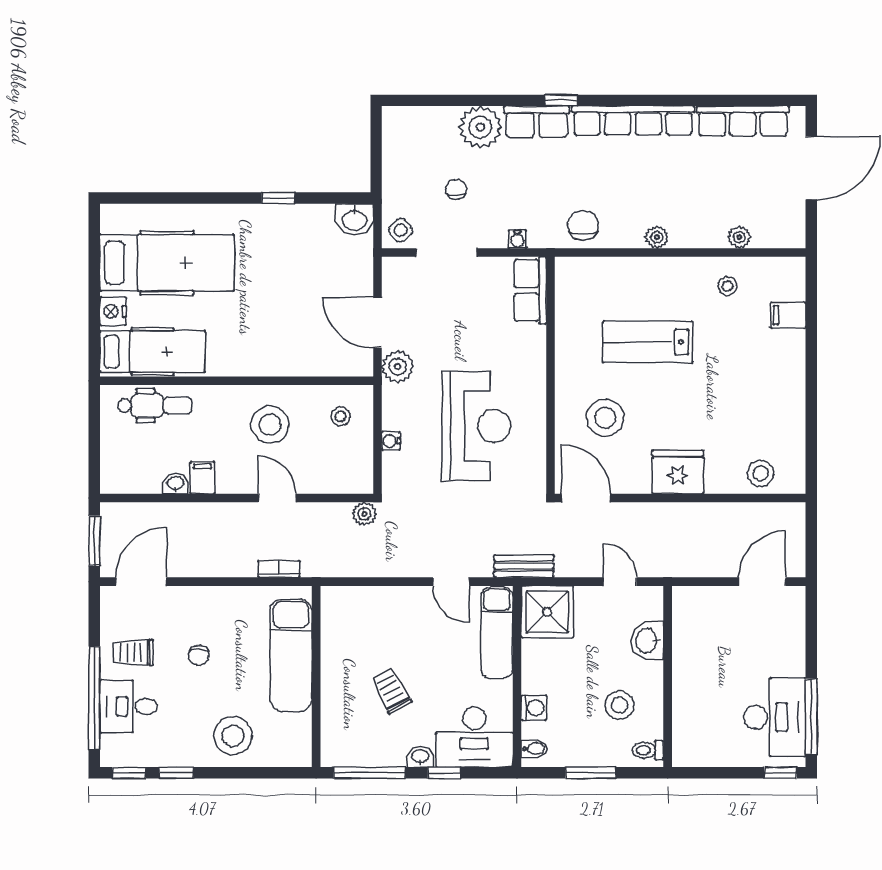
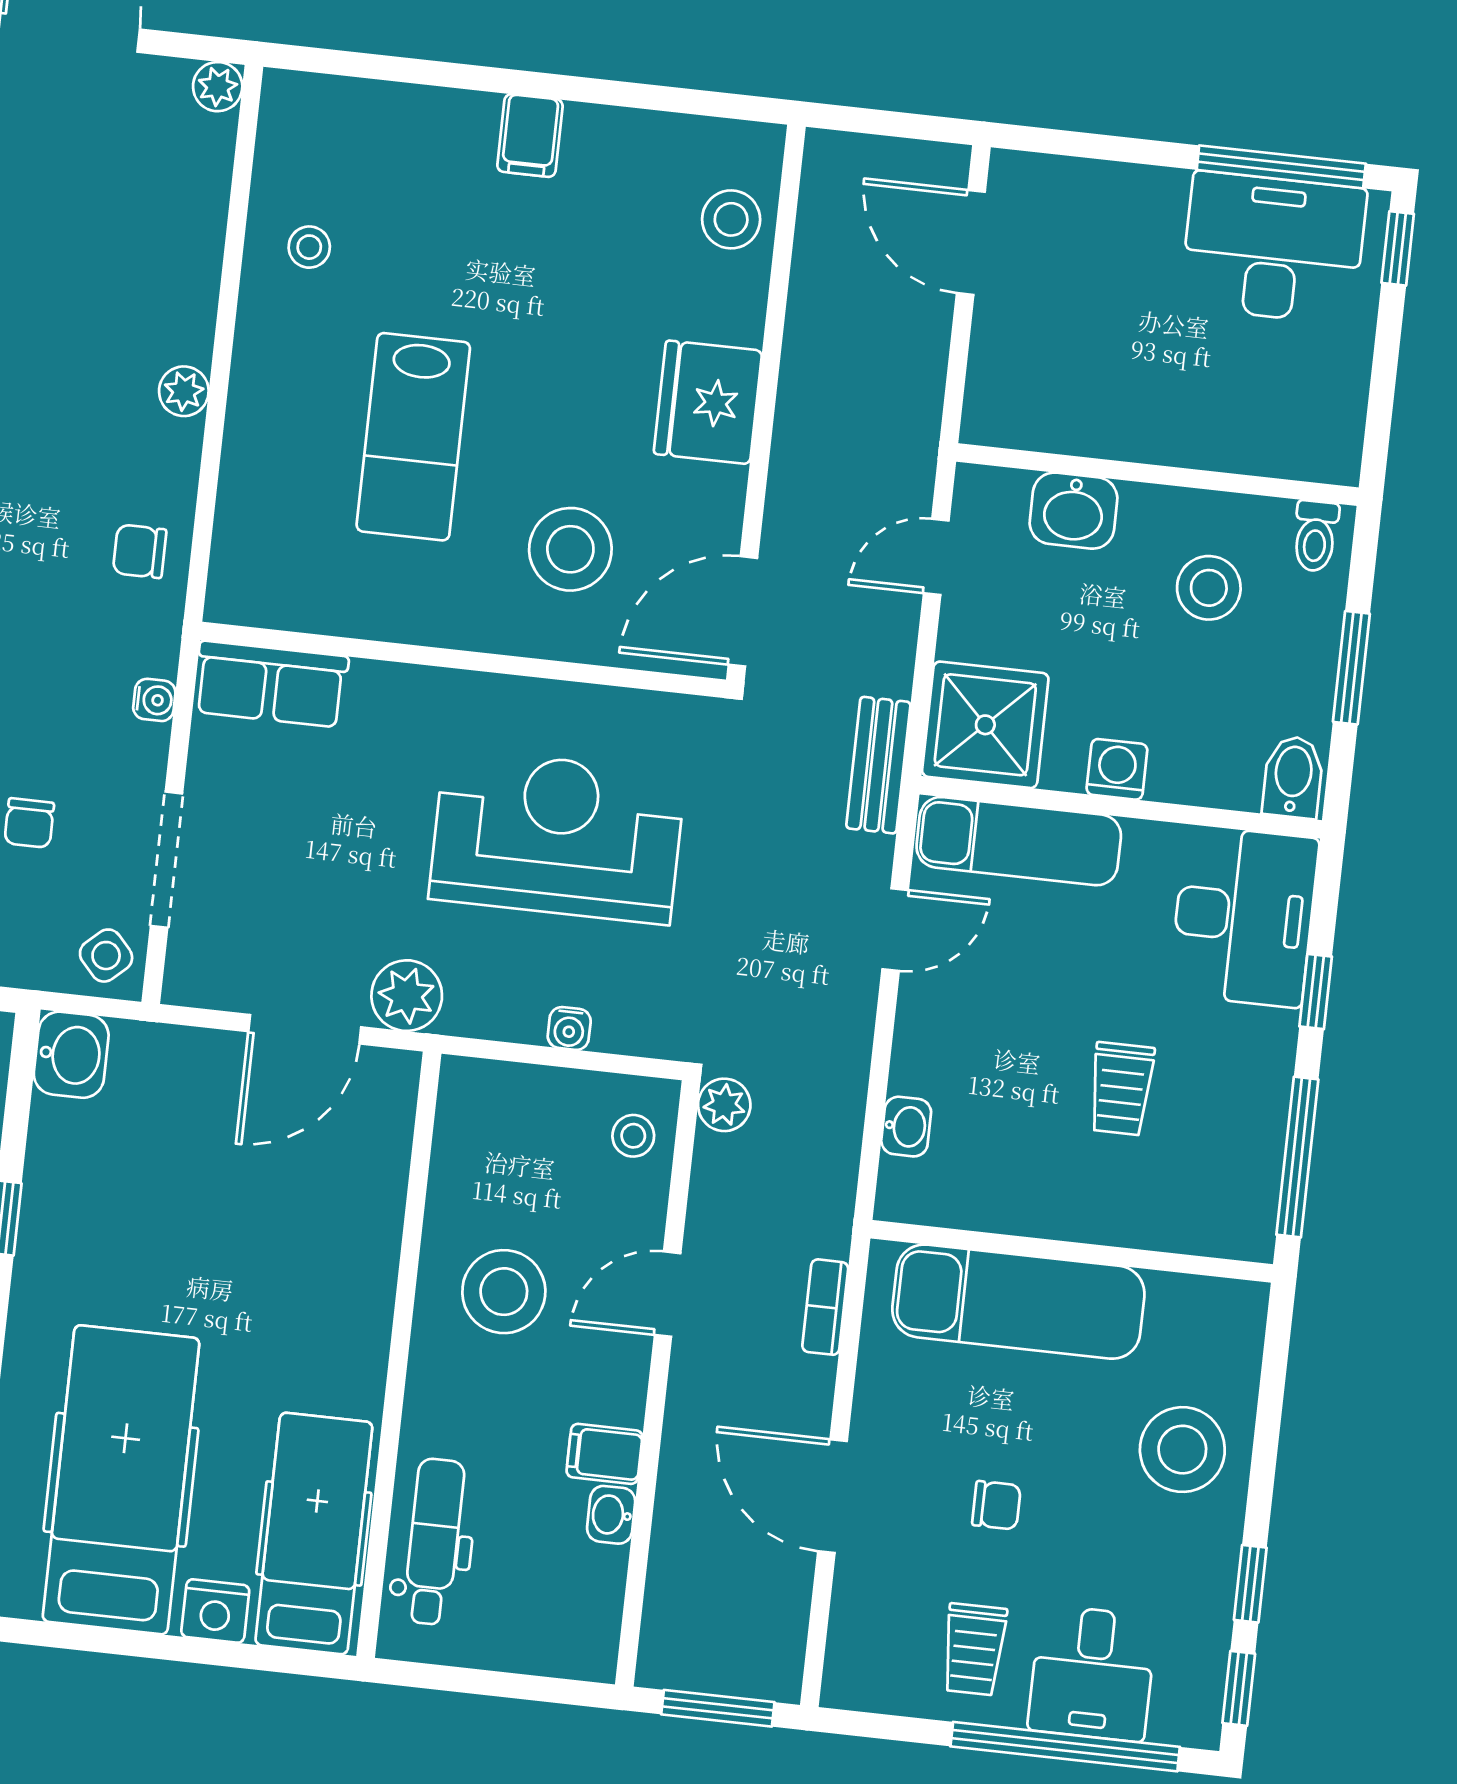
chair: (456, 189) -> (29, 823), turned -90
chair: (583, 225) -> (140, 551), width x0.73, depth x0.73
plant: (739, 237) -> (218, 87), moved
filing cabinet: (788, 315) -> (530, 136), moved
stool: (340, 416) -> (633, 1136), moved
door: (141, 582) -> (833, 1496), moved
trolley: (391, 691) -> (1121, 1089), turned -62
washing machine: (534, 708) -> (1117, 769), moved
bidet: (534, 749) -> (1293, 777), width x1.38, depth x1.36
washbasin: (421, 757) -> (906, 1127), moved, turned 180

